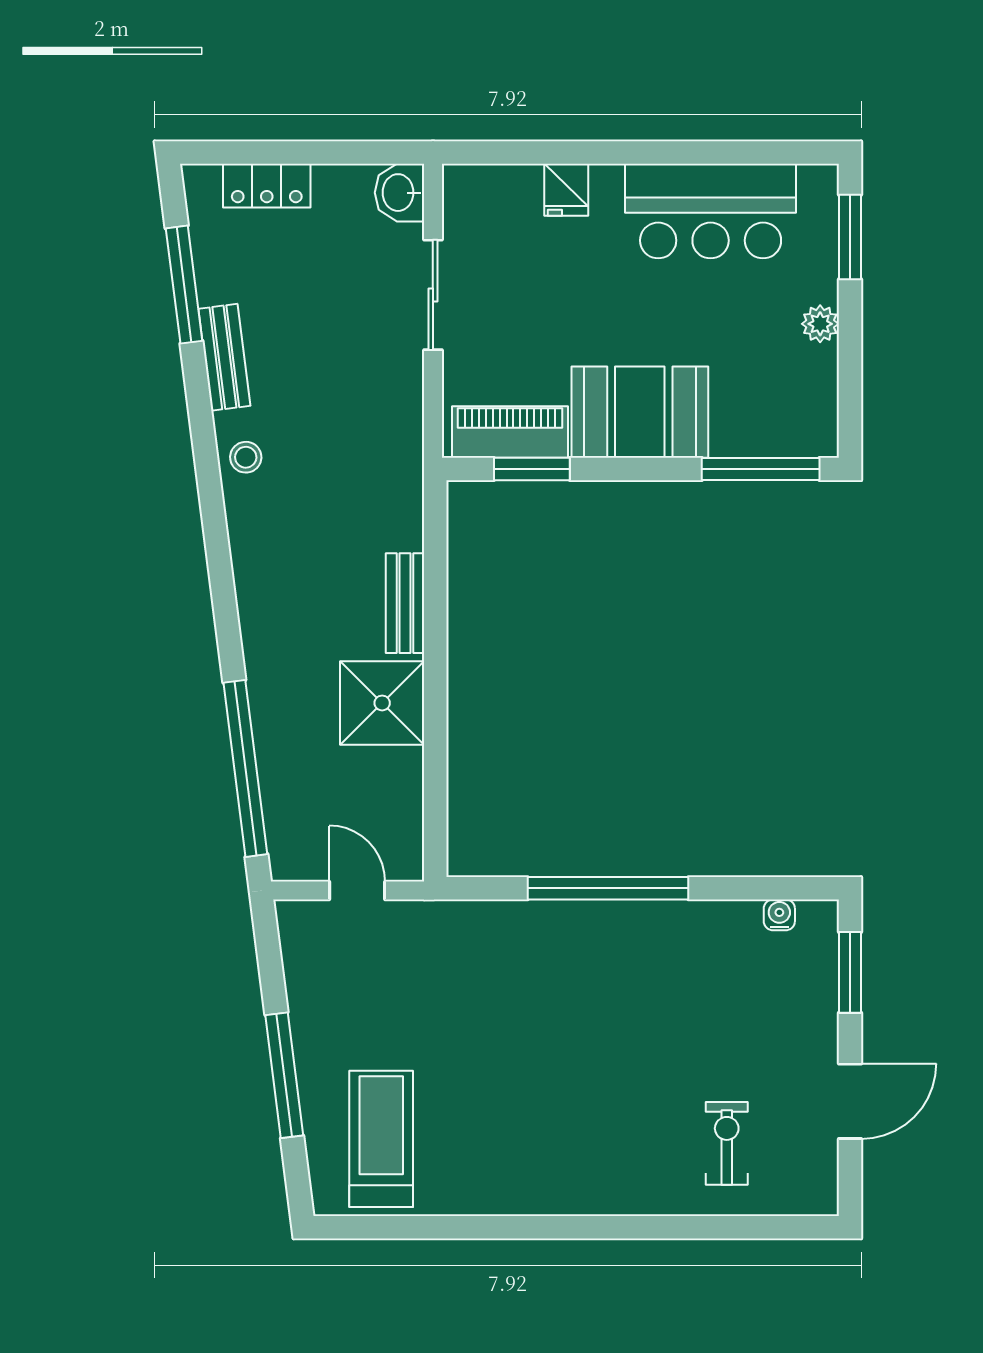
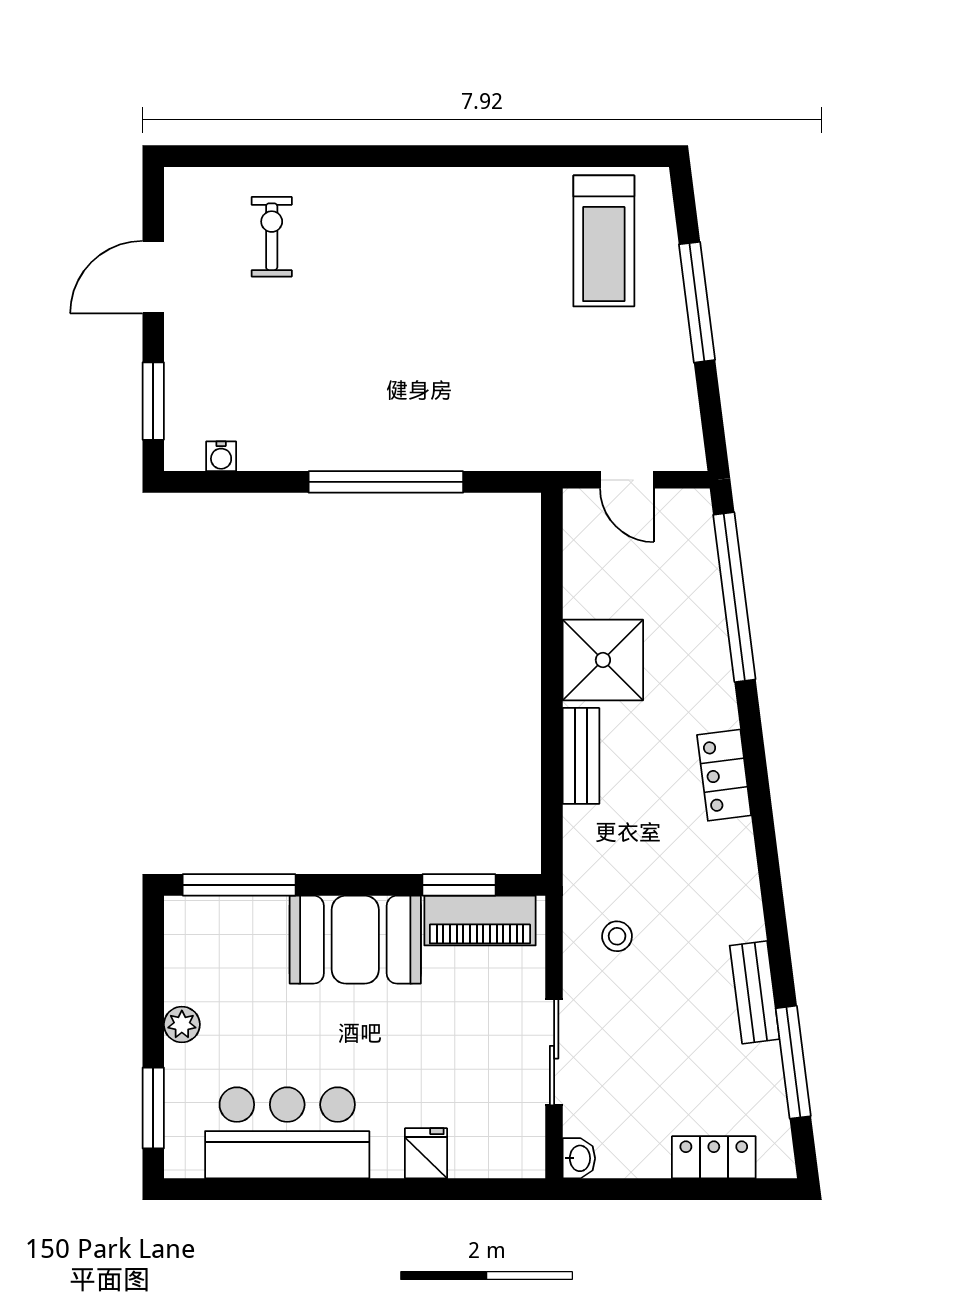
washbasin: (399, 193) -> (579, 1158), width x0.72, depth x0.69
stool: (246, 457) -> (617, 936), moved
locker: (256, 583) -> (724, 775), added
exercise bike: (727, 1143) -> (272, 237), turned 180

